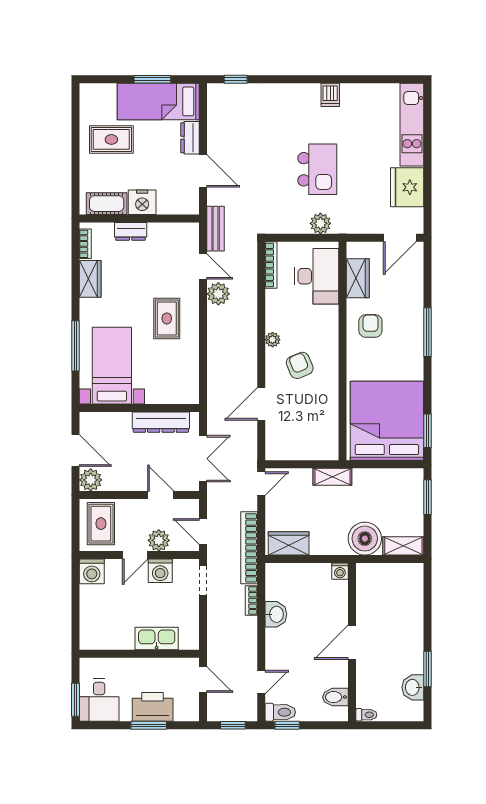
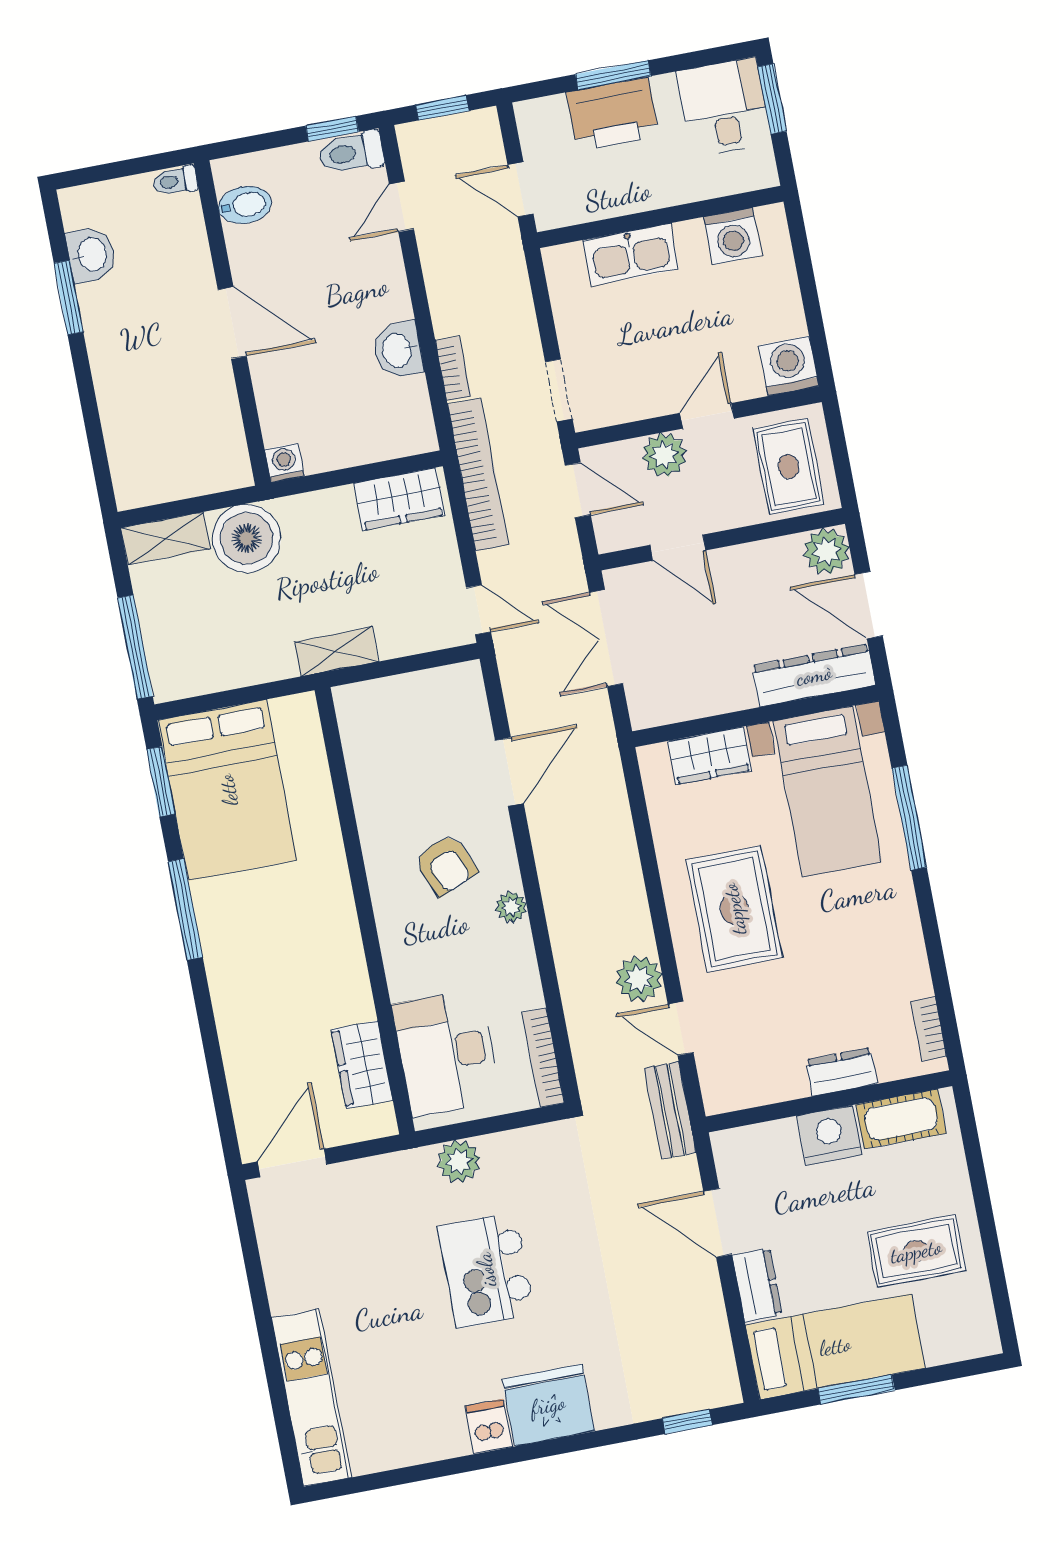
fridge: (407, 187) -> (548, 1405), moved, turned -90
wardrobe: (90, 279) -> (710, 756), moved, turned -90
rug: (167, 318) -> (734, 909), width x1.36, depth x1.43
armchair: (370, 326) -> (317, 973), removed
window: (428, 332) -> (185, 909), moved
bed: (387, 421) -> (228, 790), width x0.73
dresser: (161, 422) -> (814, 675), moved
door: (261, 484) -> (478, 610), swing flipped
window: (428, 497) -> (135, 647), width x1.44
washing machine: (160, 571) -> (733, 236), moved, turned 180
door: (352, 642) -> (232, 323), hinge flipped

